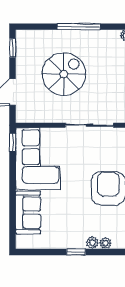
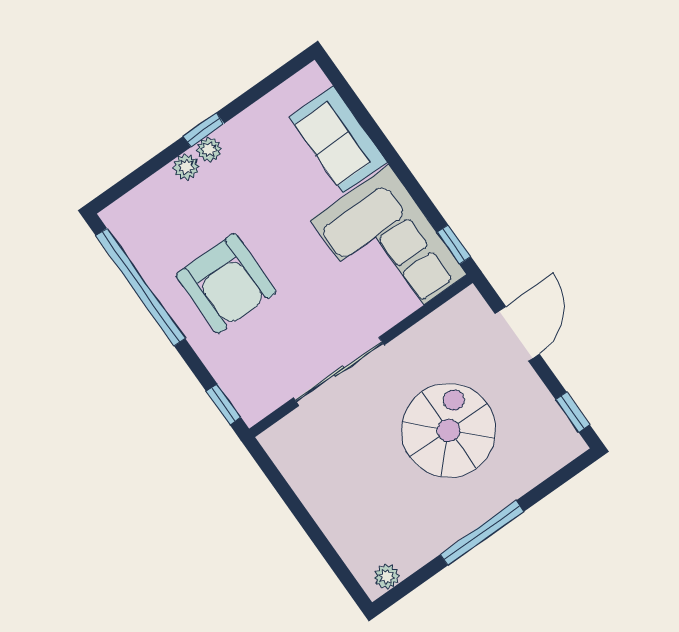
spiral stairs: (64, 74) -> (449, 430), turned 180
plant: (106, 243) -> (209, 150), moved

